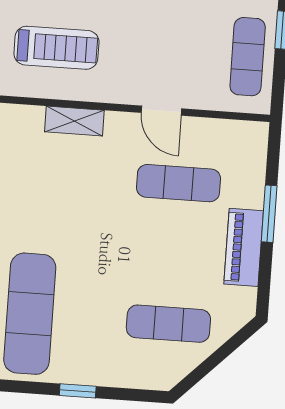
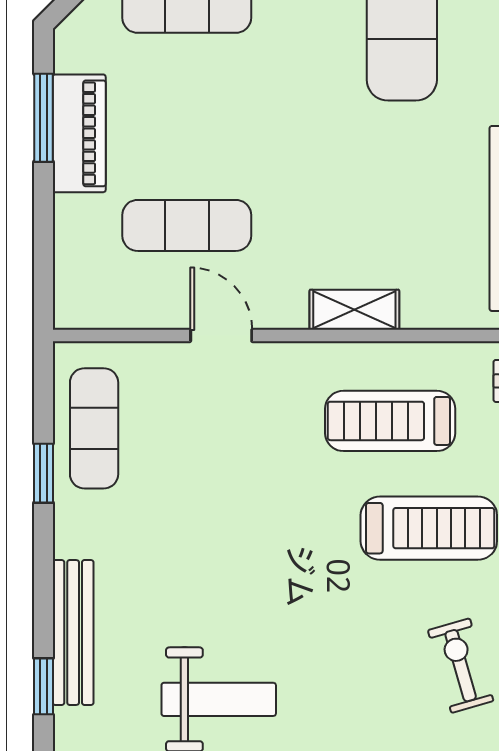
window: (269, 214) -> (43, 118), moved

